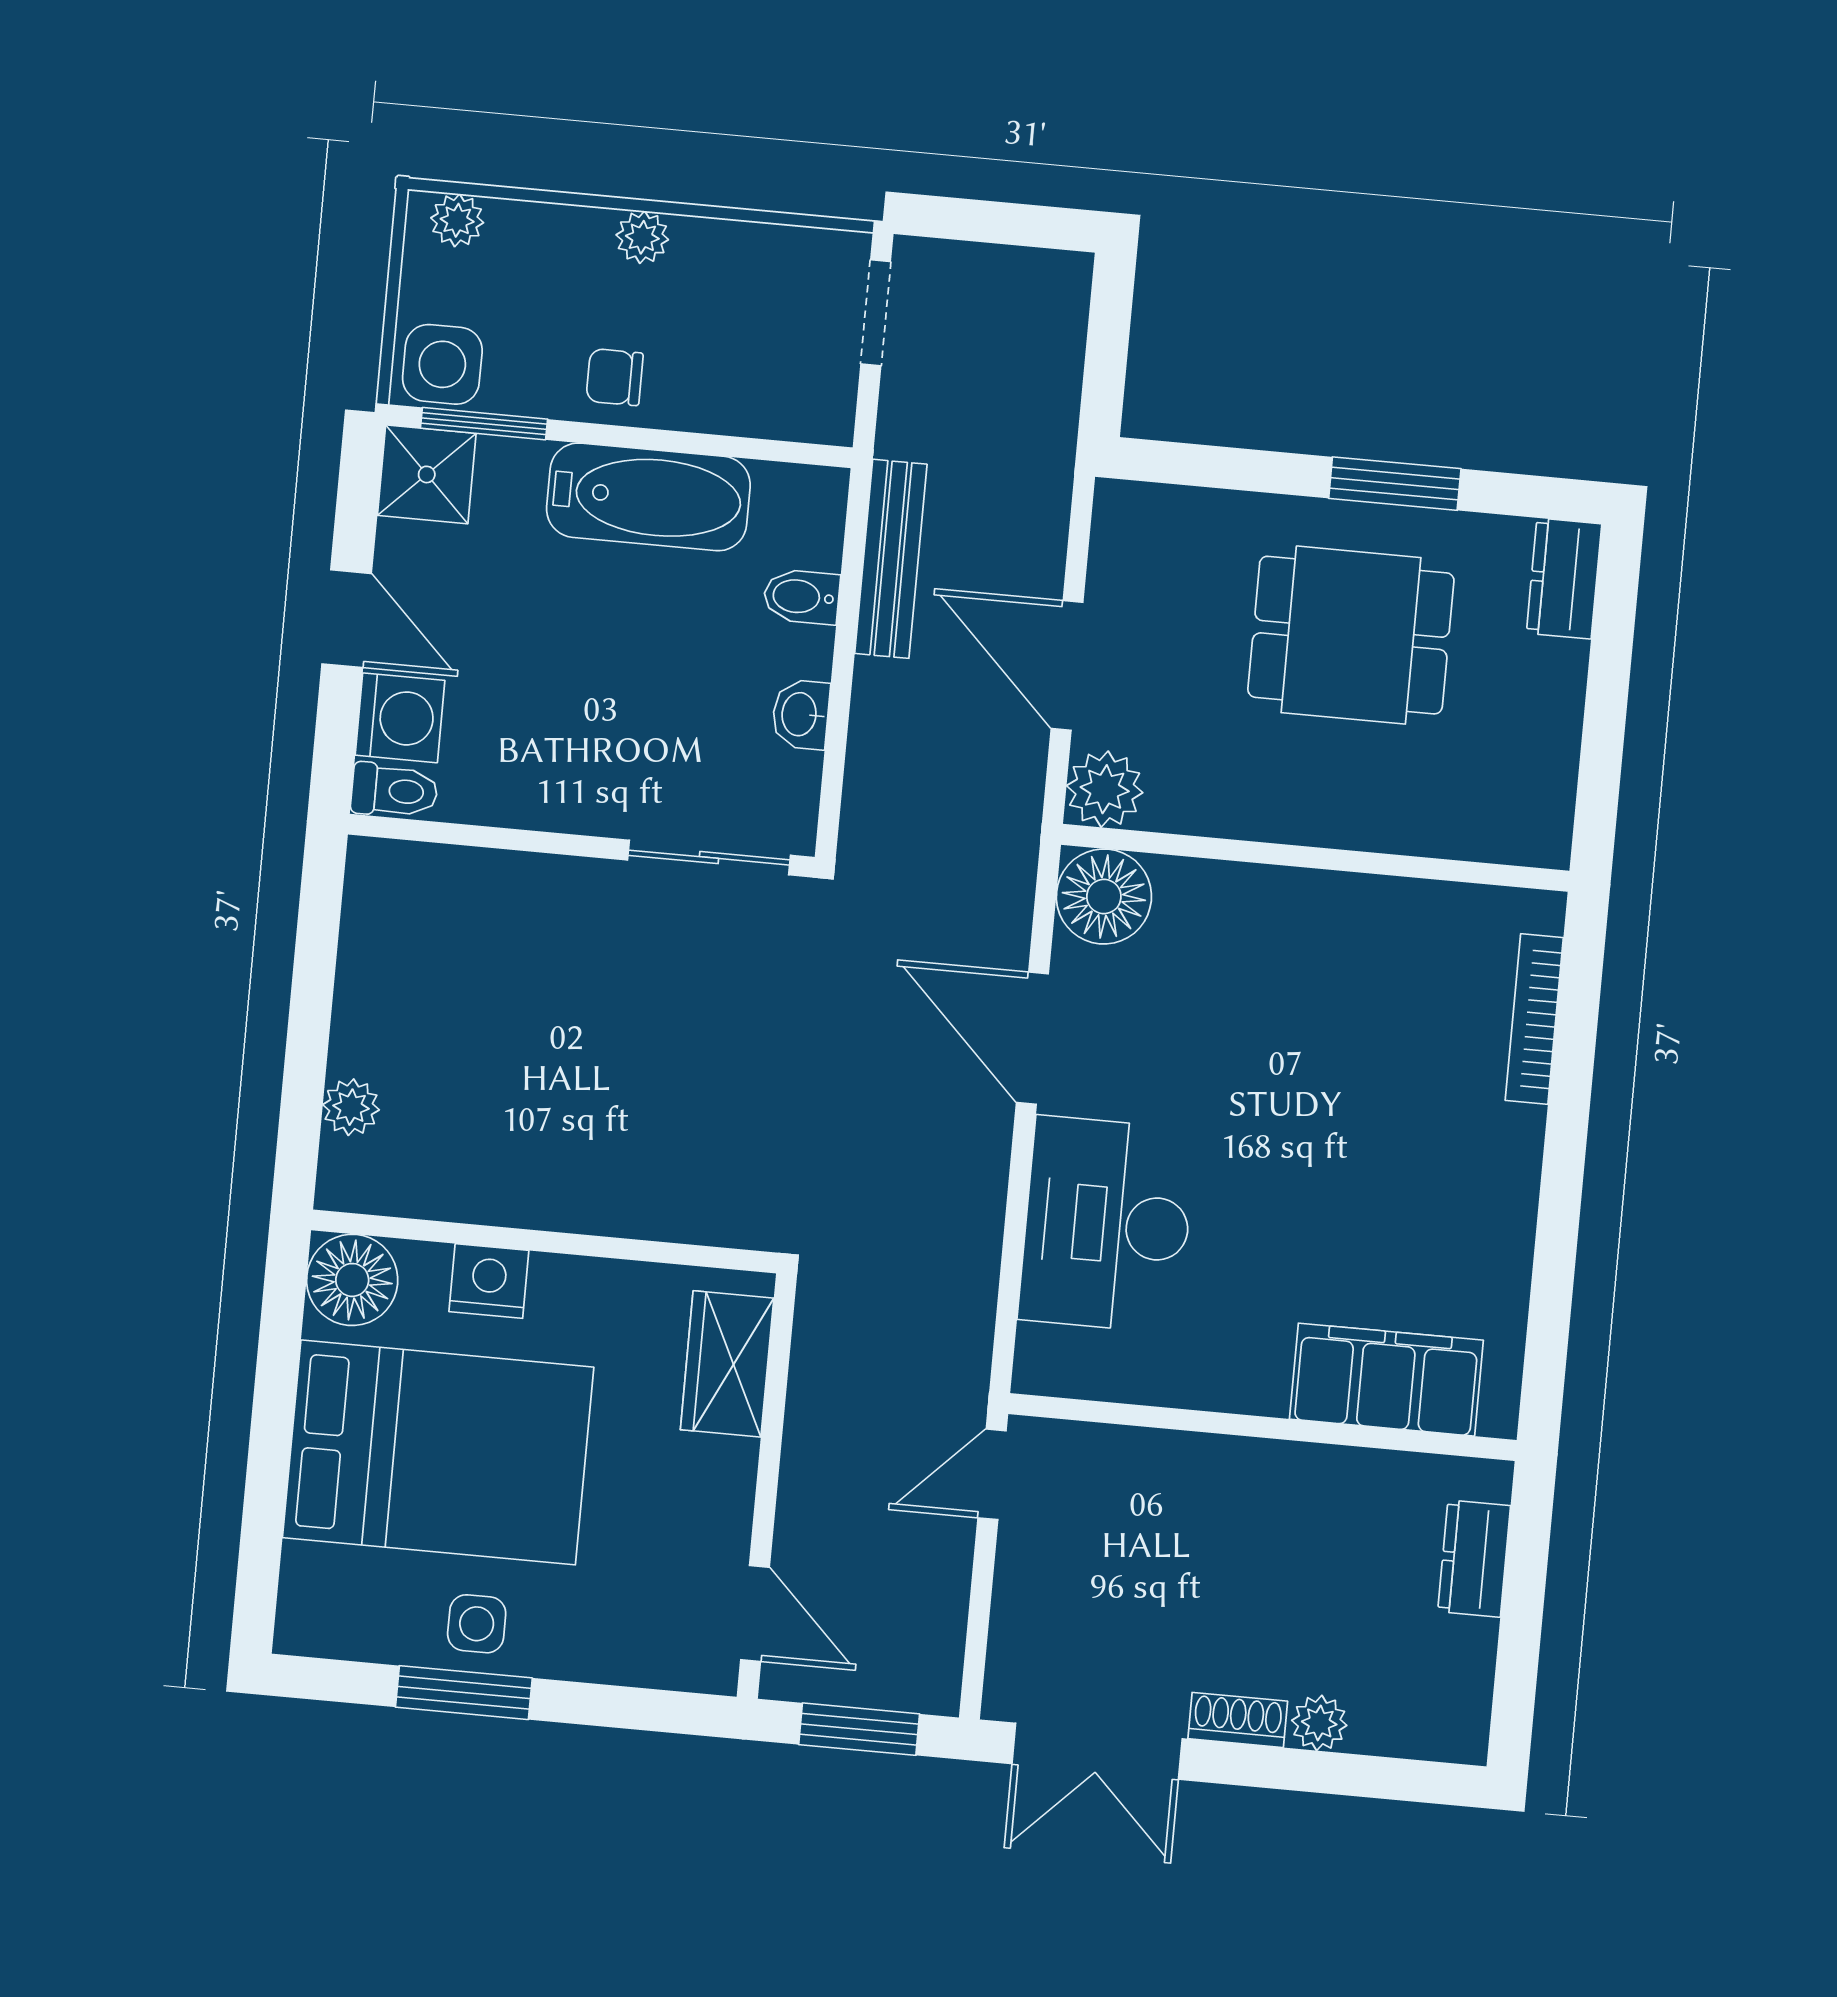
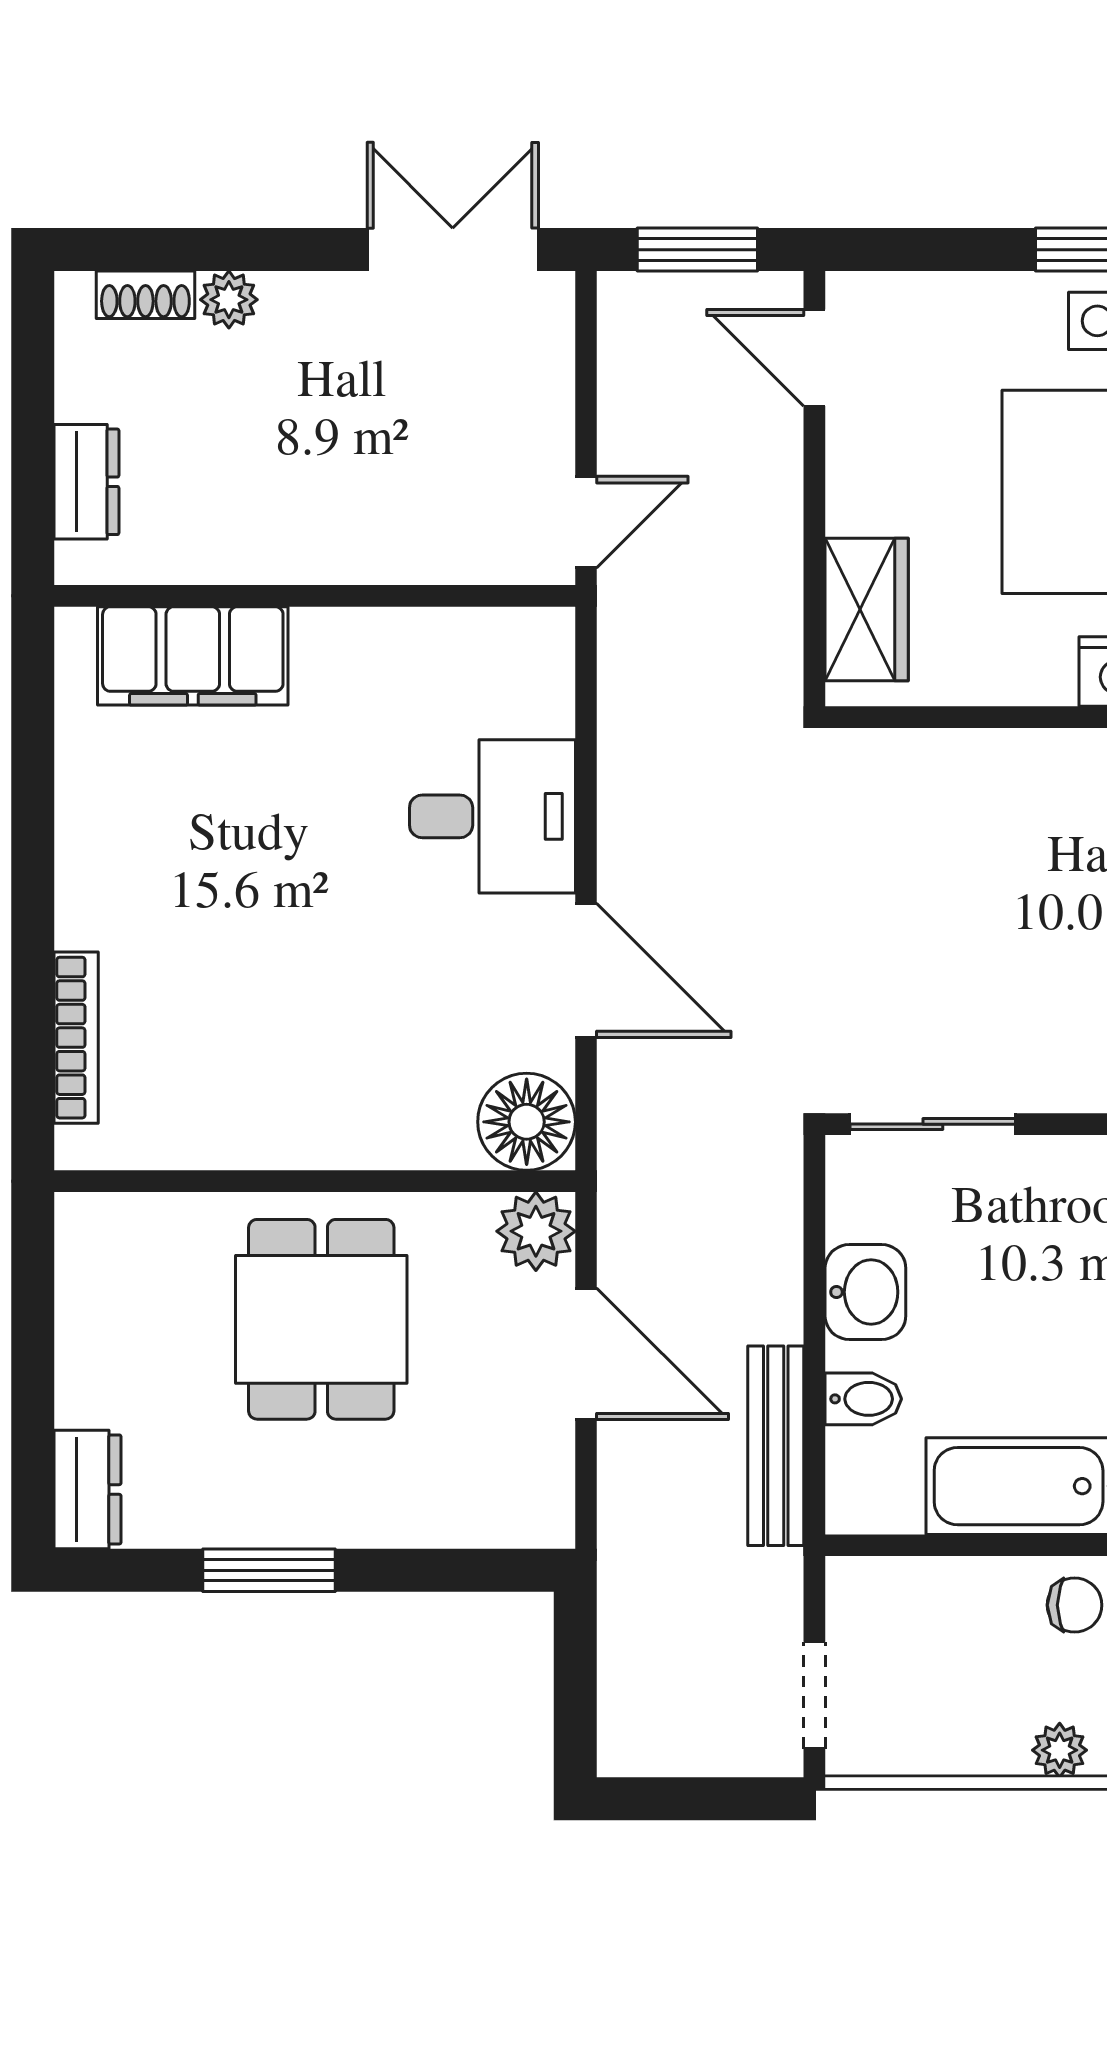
dining table: (1351, 635) -> (321, 1319), moved, turned 90
washbasin: (801, 714) -> (865, 1292), width x1.38, depth x1.45
desk: (1107, 1224) -> (492, 816), width x0.73
shoe rack: (1238, 1720) -> (145, 295), moved

